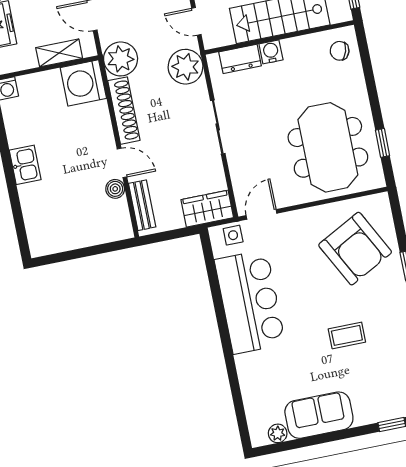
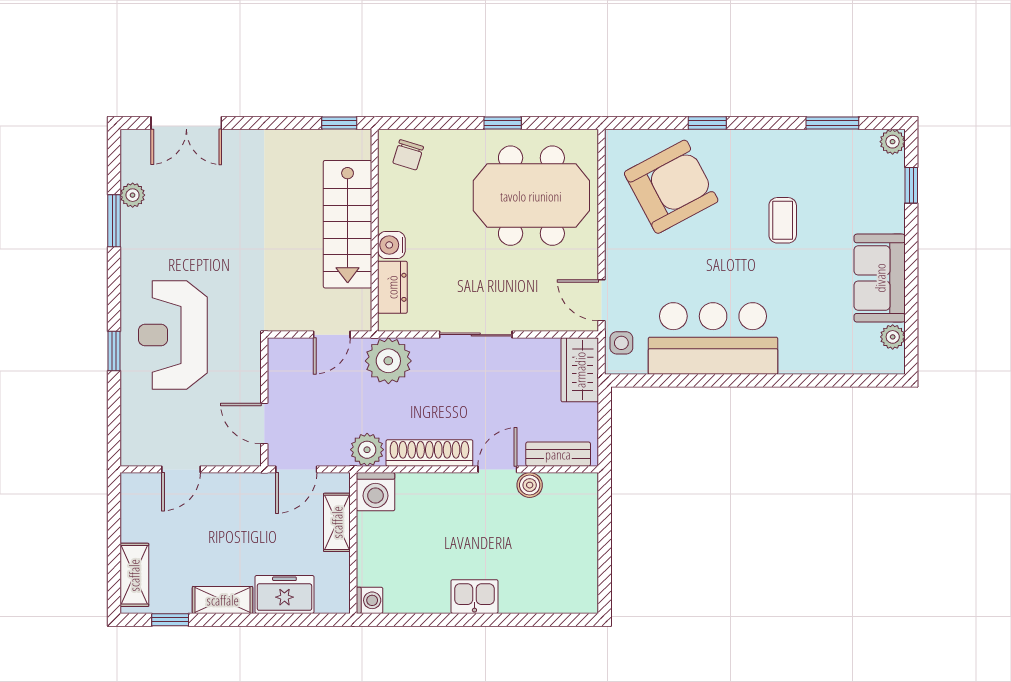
plant: (121, 59) -> (367, 450), width x0.73, depth x0.73
washing machine: (83, 83) -> (375, 492), width x0.73, depth x0.73
window: (382, 143) -> (503, 123), moved

